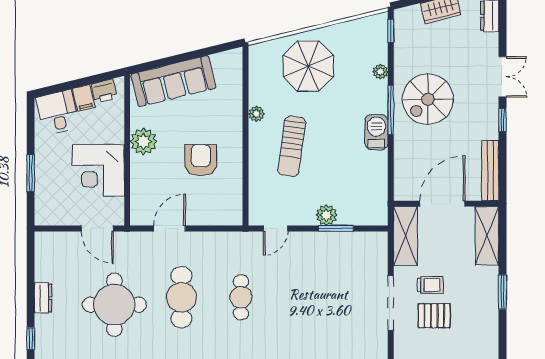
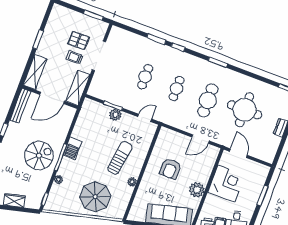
cafe table: (301, 297) -> (145, 77), added

